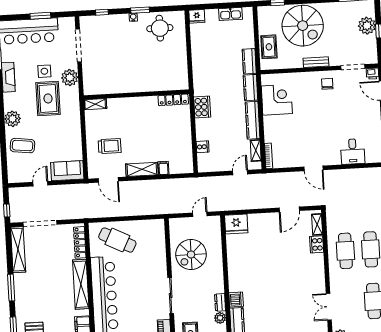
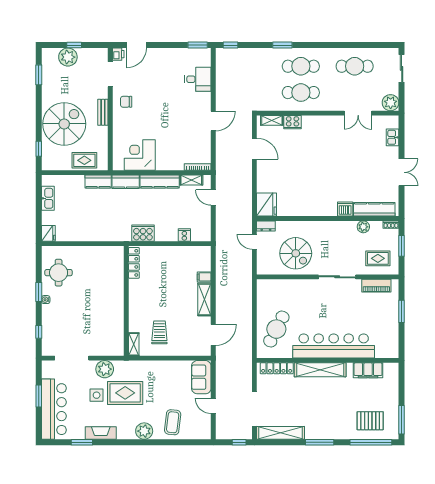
trolley: (110, 146) -> (159, 332), moved
dresser: (220, 302) -> (266, 226), moved

